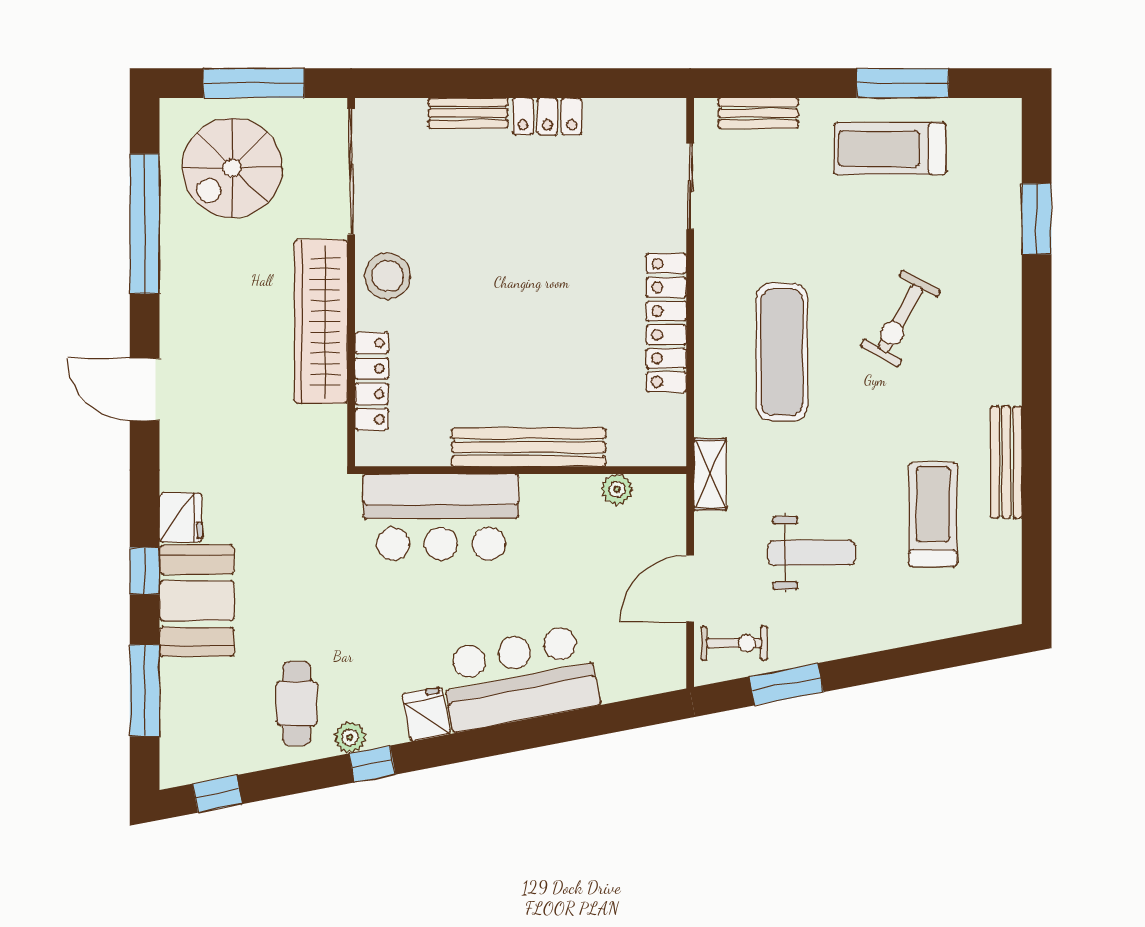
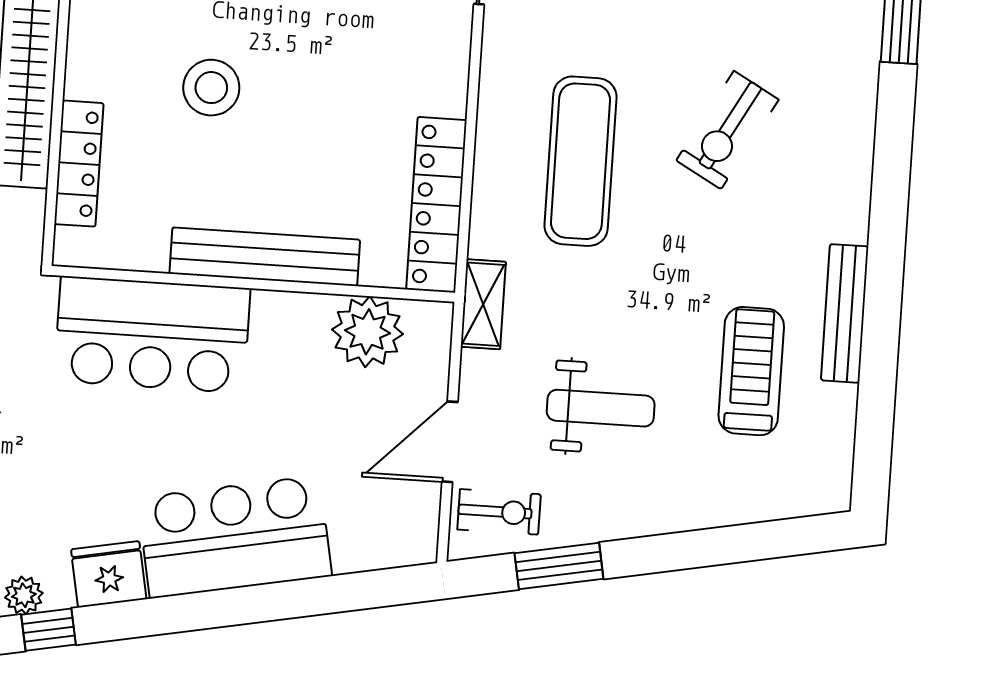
stool: (388, 276) -> (211, 88), moved
locker: (666, 323) -> (437, 205), moved
plant: (617, 489) -> (367, 332), width x1.88, depth x1.88
fridge: (426, 714) -> (109, 574), width x1.38

